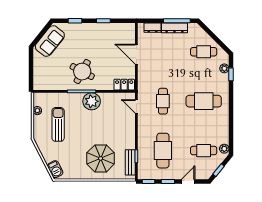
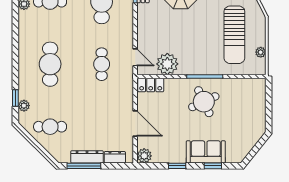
plant: (129, 29) -> (144, 156), added
sofa: (50, 41) -> (206, 152), moved, turned 51
round table: (82, 72) -> (204, 102), turned 37
plant: (92, 101) -> (167, 64), moved
cafe table: (204, 101) -> (50, 64), turned 90
sun lounger: (58, 124) -> (234, 35), width x1.36, depth x1.34

